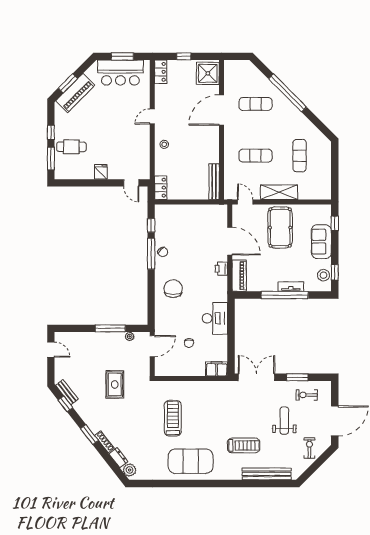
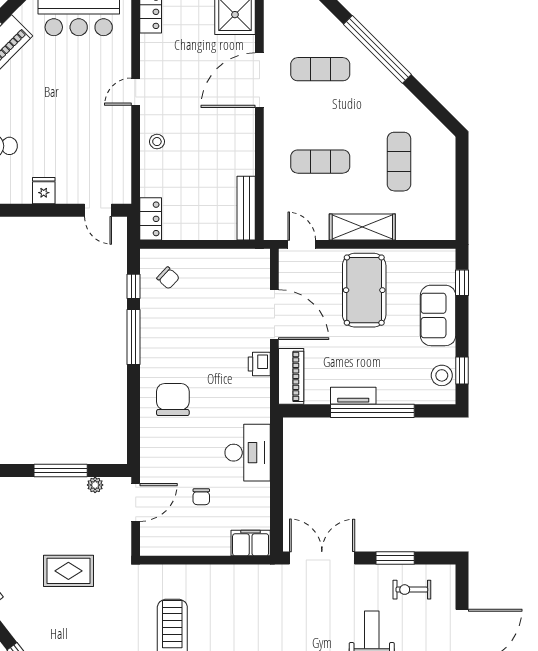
chair: (163, 252) -> (168, 278), moved
tv unit: (291, 287) -> (353, 396), moved
rug: (115, 384) -> (68, 571), turned 90

